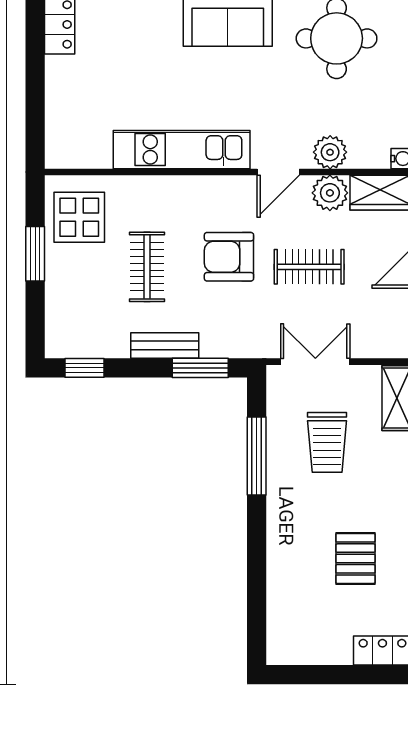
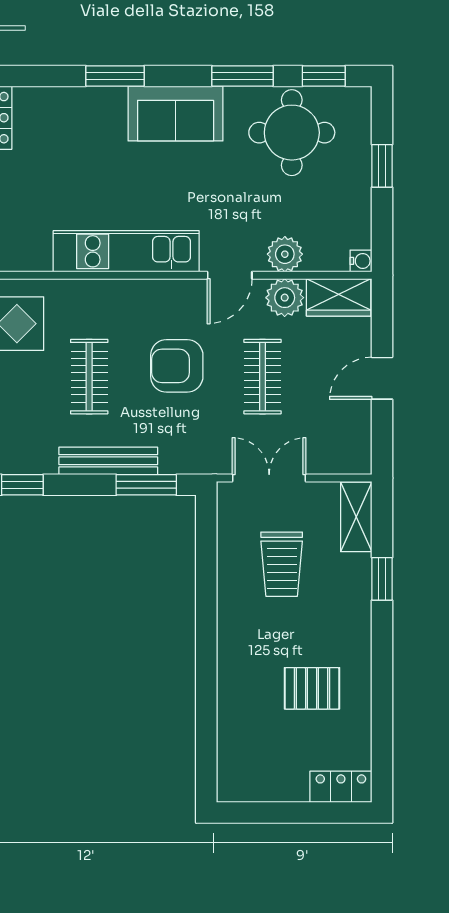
clothes rail: (309, 267) -> (263, 377), turned 90
bench: (165, 346) -> (108, 461), width x1.36
window: (257, 456) -> (206, 579), removed
pallet: (355, 558) -> (312, 688), turned 90

